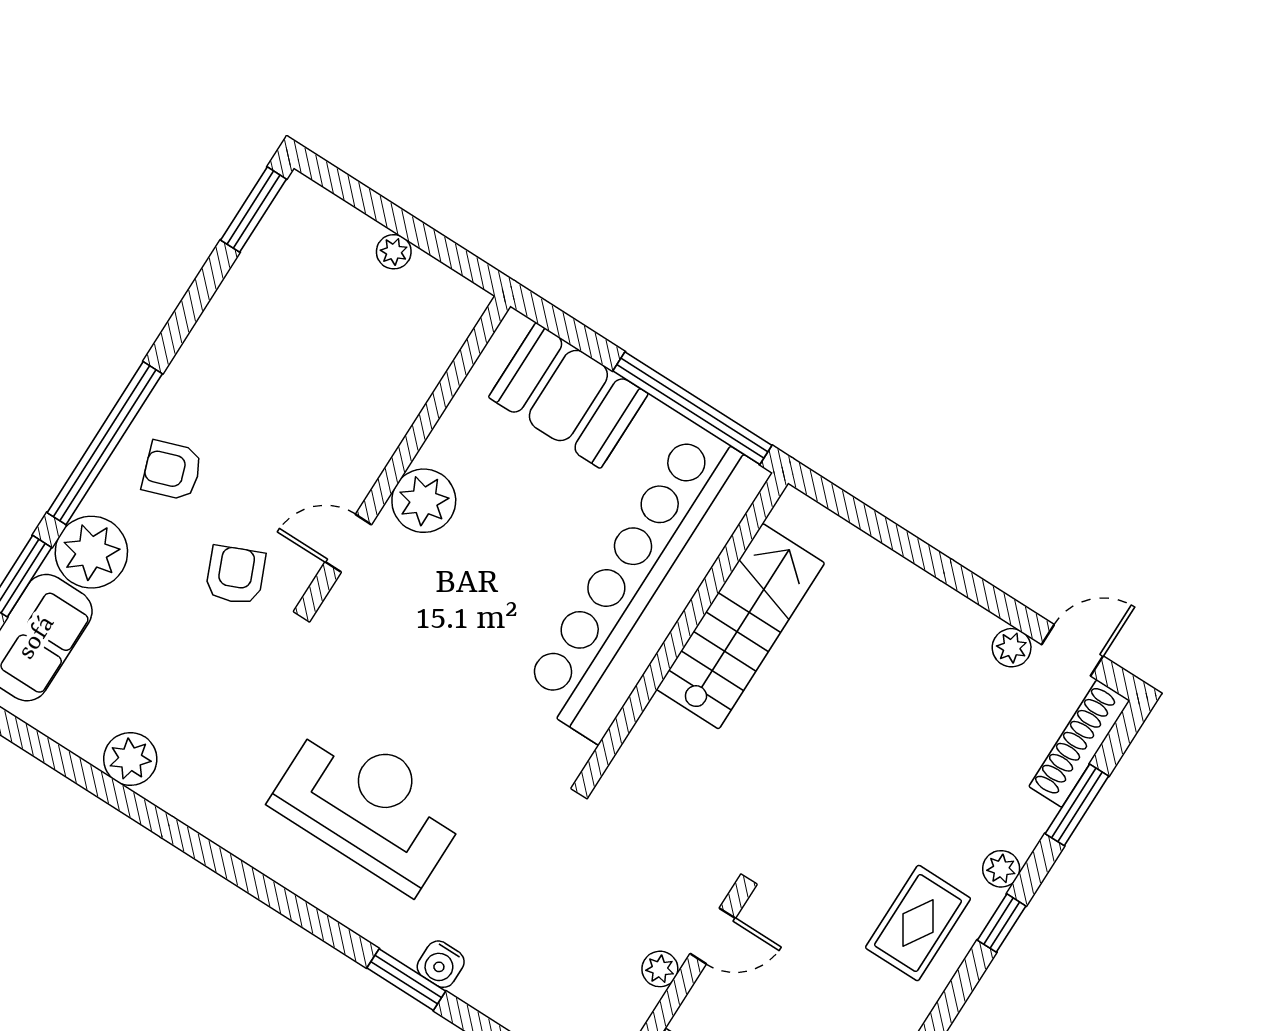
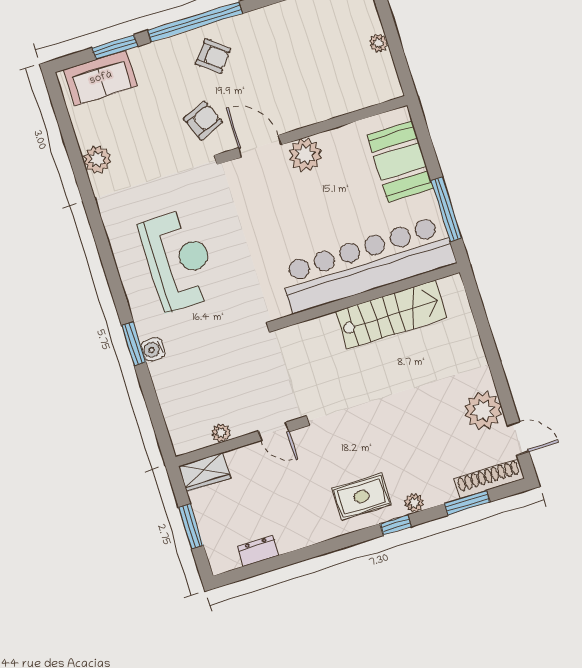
window: (692, 408) -> (446, 209), width x0.68
armchair: (172, 470) -> (213, 56), turned 148
door: (348, 543) -> (260, 146), width x1.37
plant: (91, 552) -> (152, 62), removed
plant: (1012, 648) -> (483, 410), width x1.87, depth x1.87
plant: (660, 969) -> (221, 433), moved

